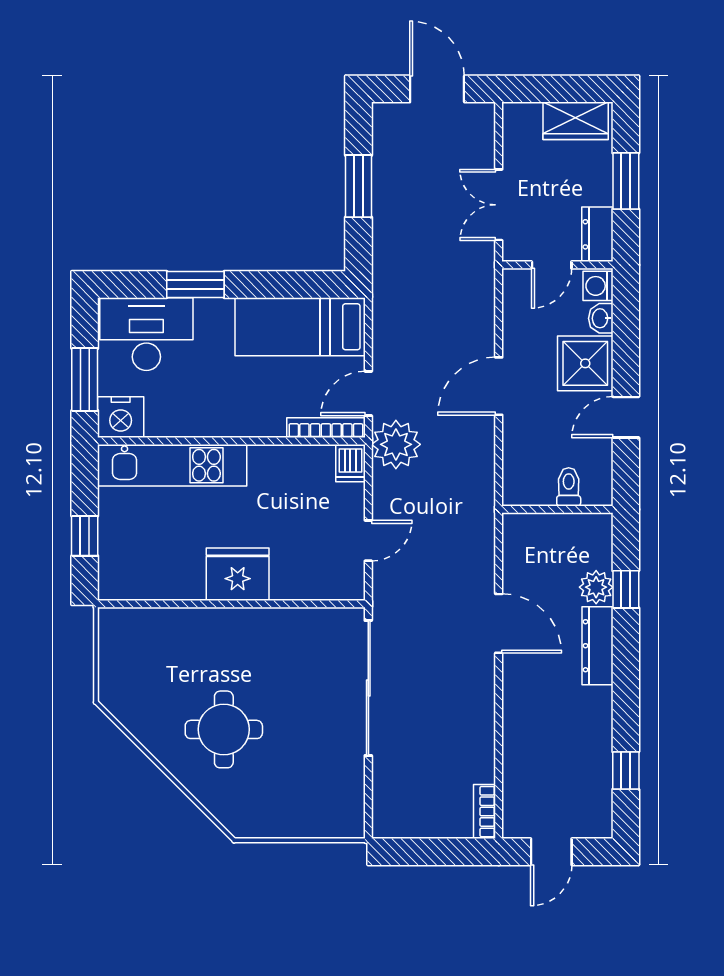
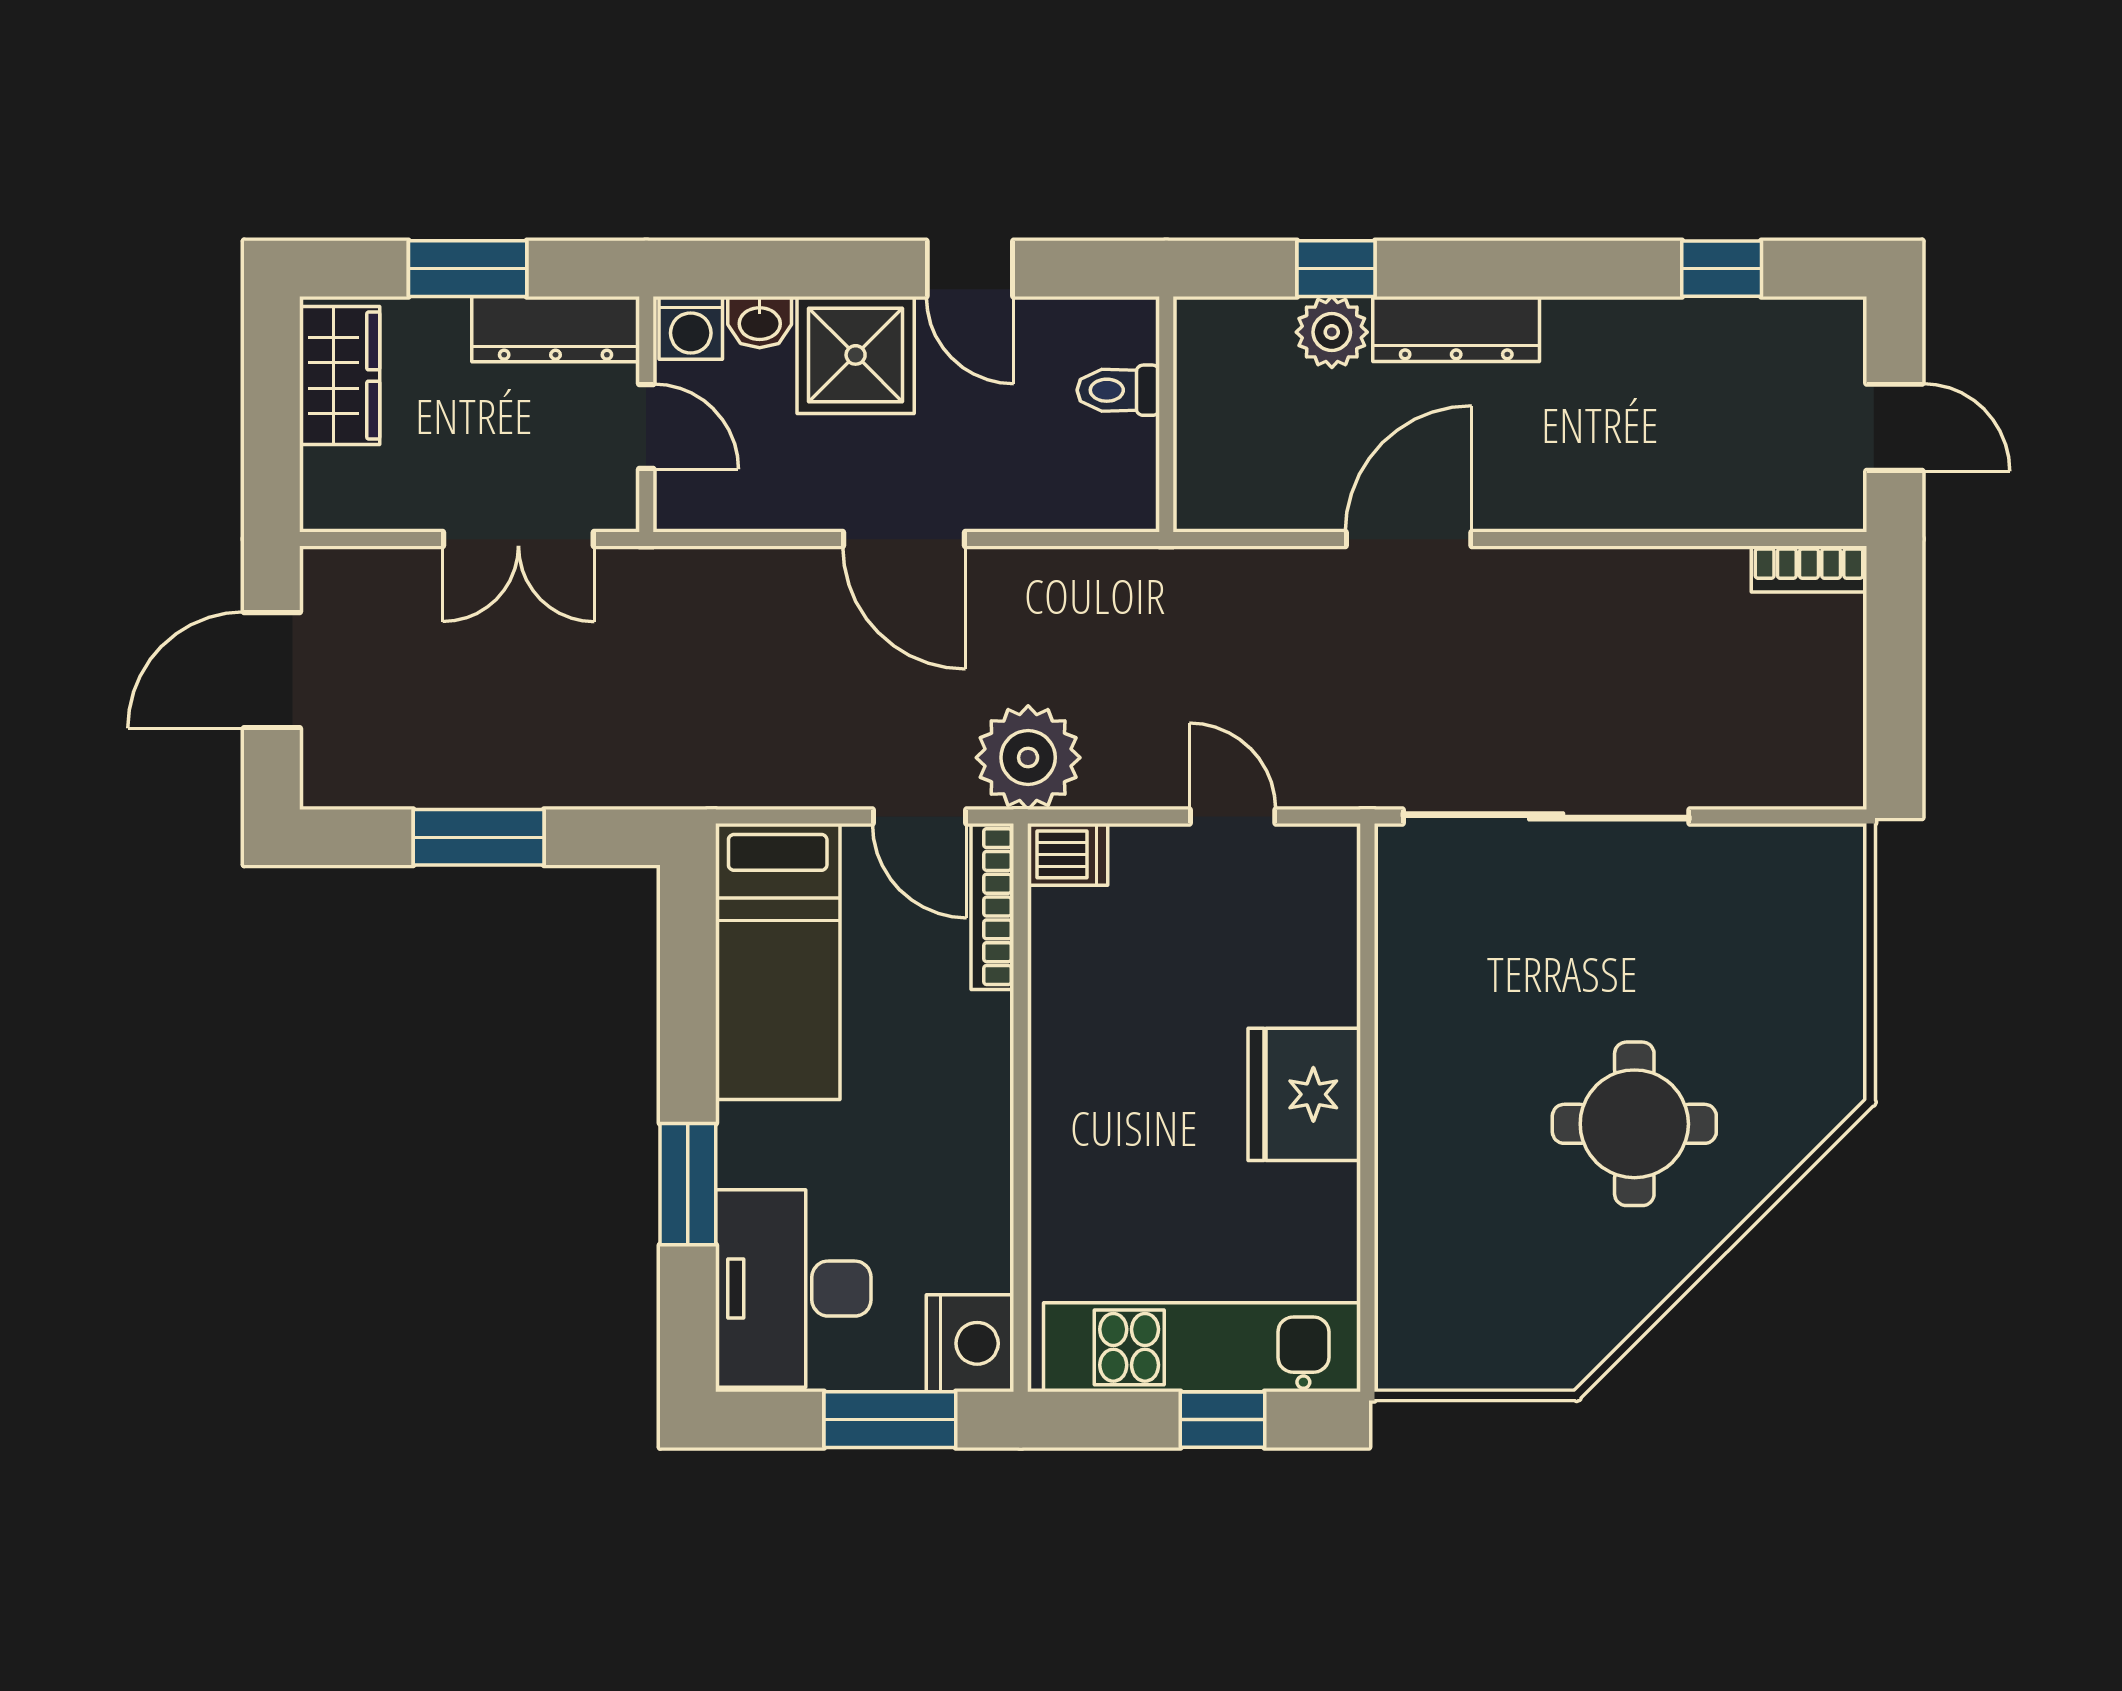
dresser: (597, 234) -> (556, 329), width x1.44
kitchen unit: (172, 465) -> (1202, 1347), moved, turned -90

